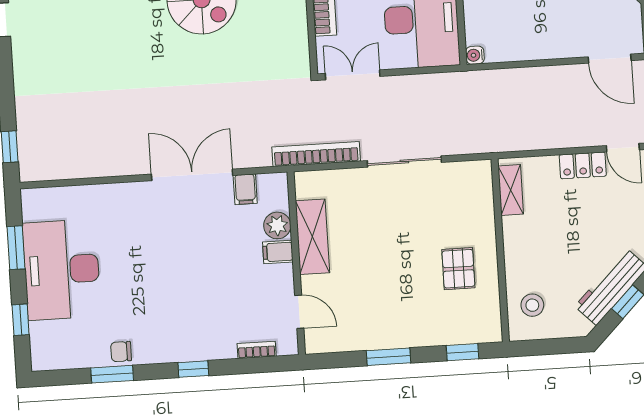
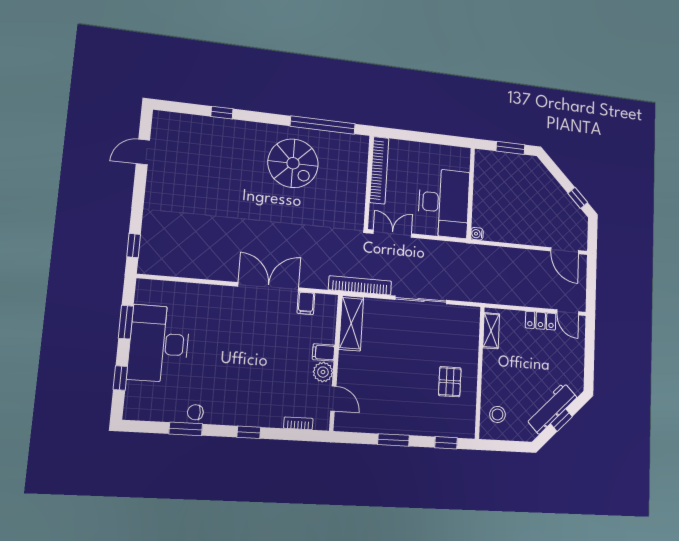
plant: (277, 225) -> (323, 372), moved
shelving: (312, 237) -> (351, 323), moved

